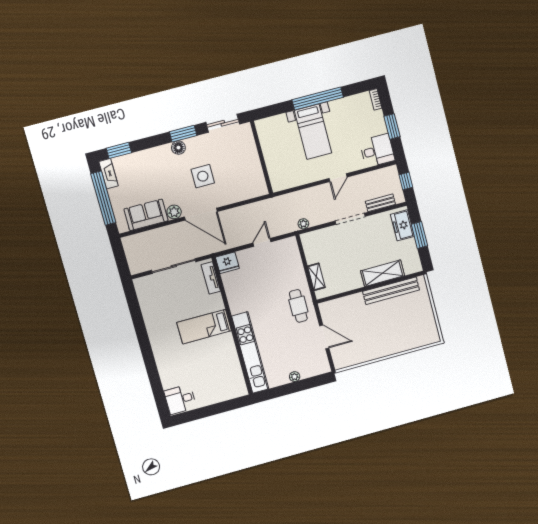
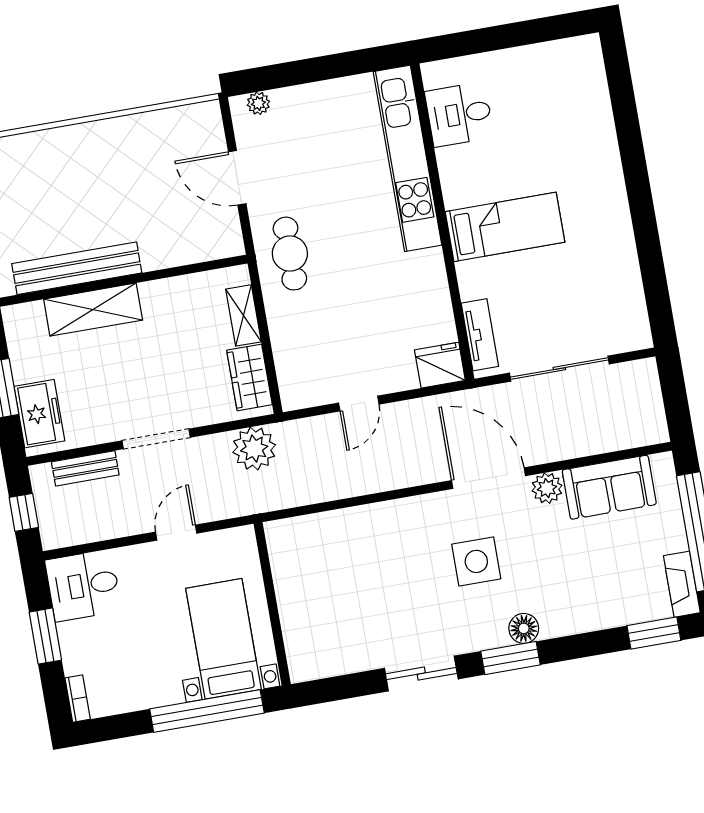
wall: (261, 157) -> (272, 604), moved
plant: (303, 224) -> (254, 449), width x1.88, depth x1.88
wardrobe: (311, 250) -> (249, 377), added
plant: (295, 377) -> (258, 103), moved
desk: (180, 399) -> (459, 114), moved, turned 180

